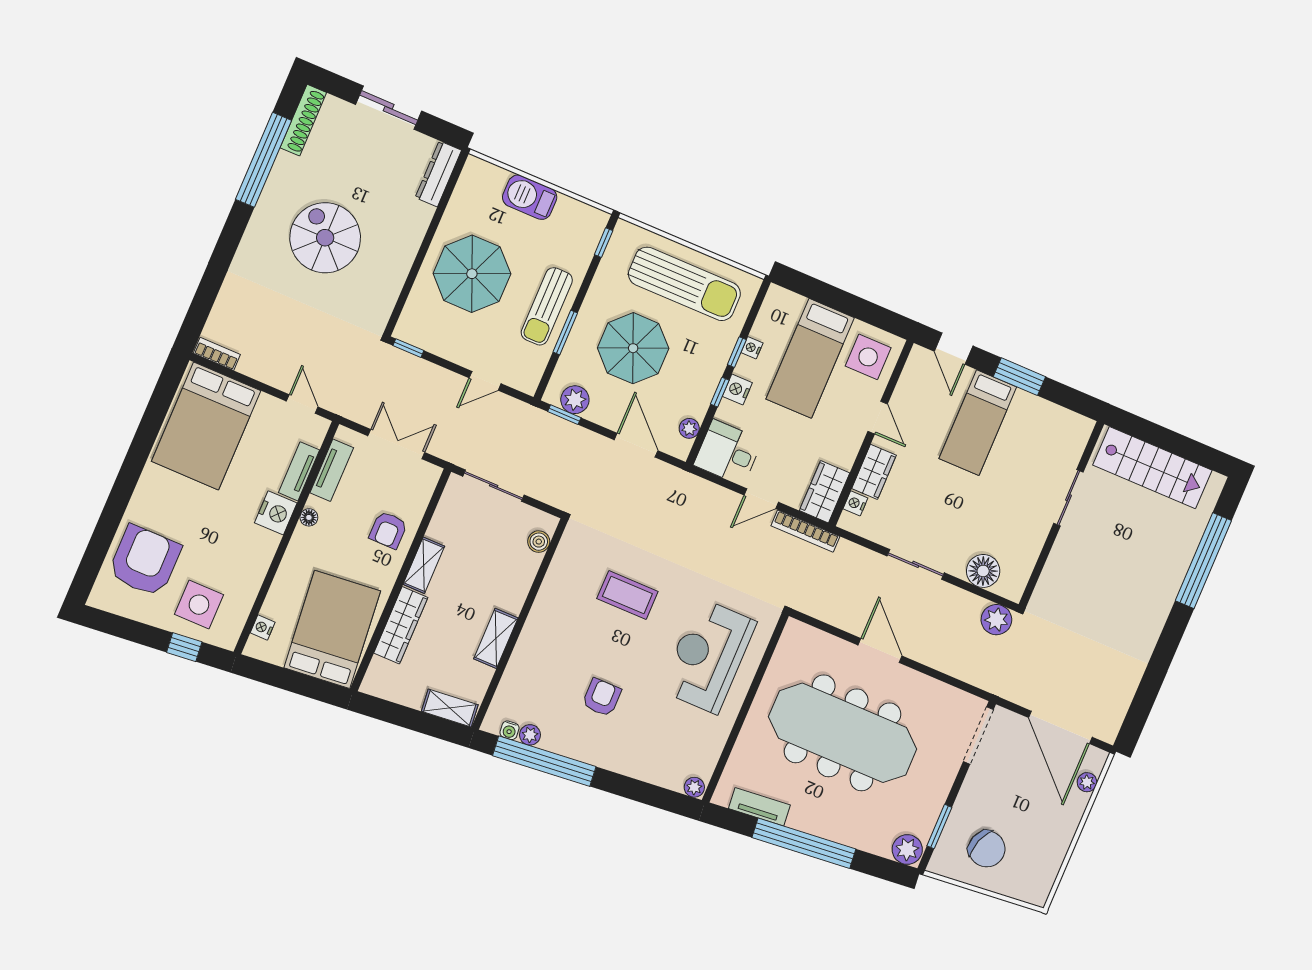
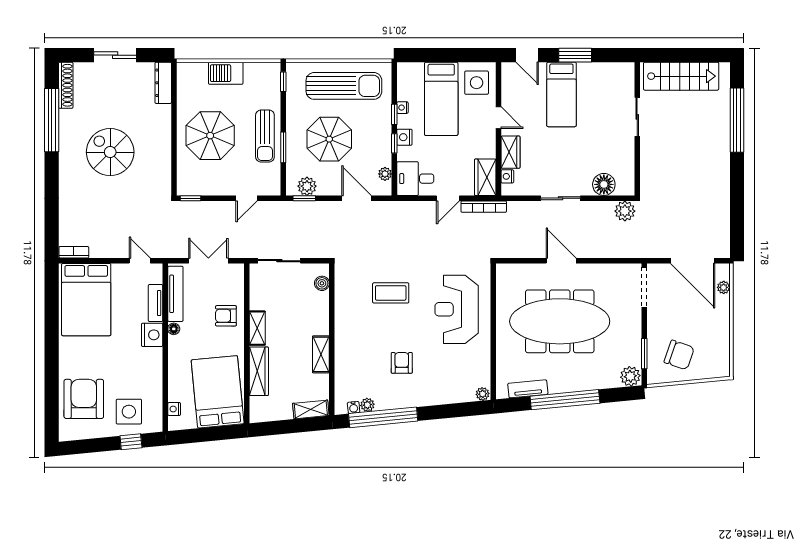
tv unit: (332, 470) -> (175, 294), width x1.41
armchair: (388, 530) -> (226, 316), turned 90

